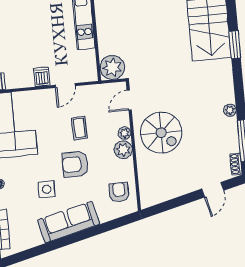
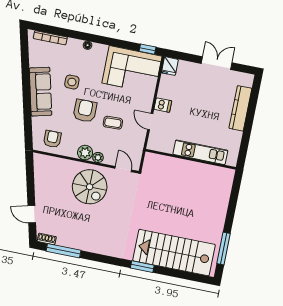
plant: (112, 67) -> (153, 164), removed
plant: (230, 110) -> (91, 247), removed
spiral stairs: (161, 133) -> (90, 187), turned -90
armchair: (119, 192) -> (52, 139), turned -90

